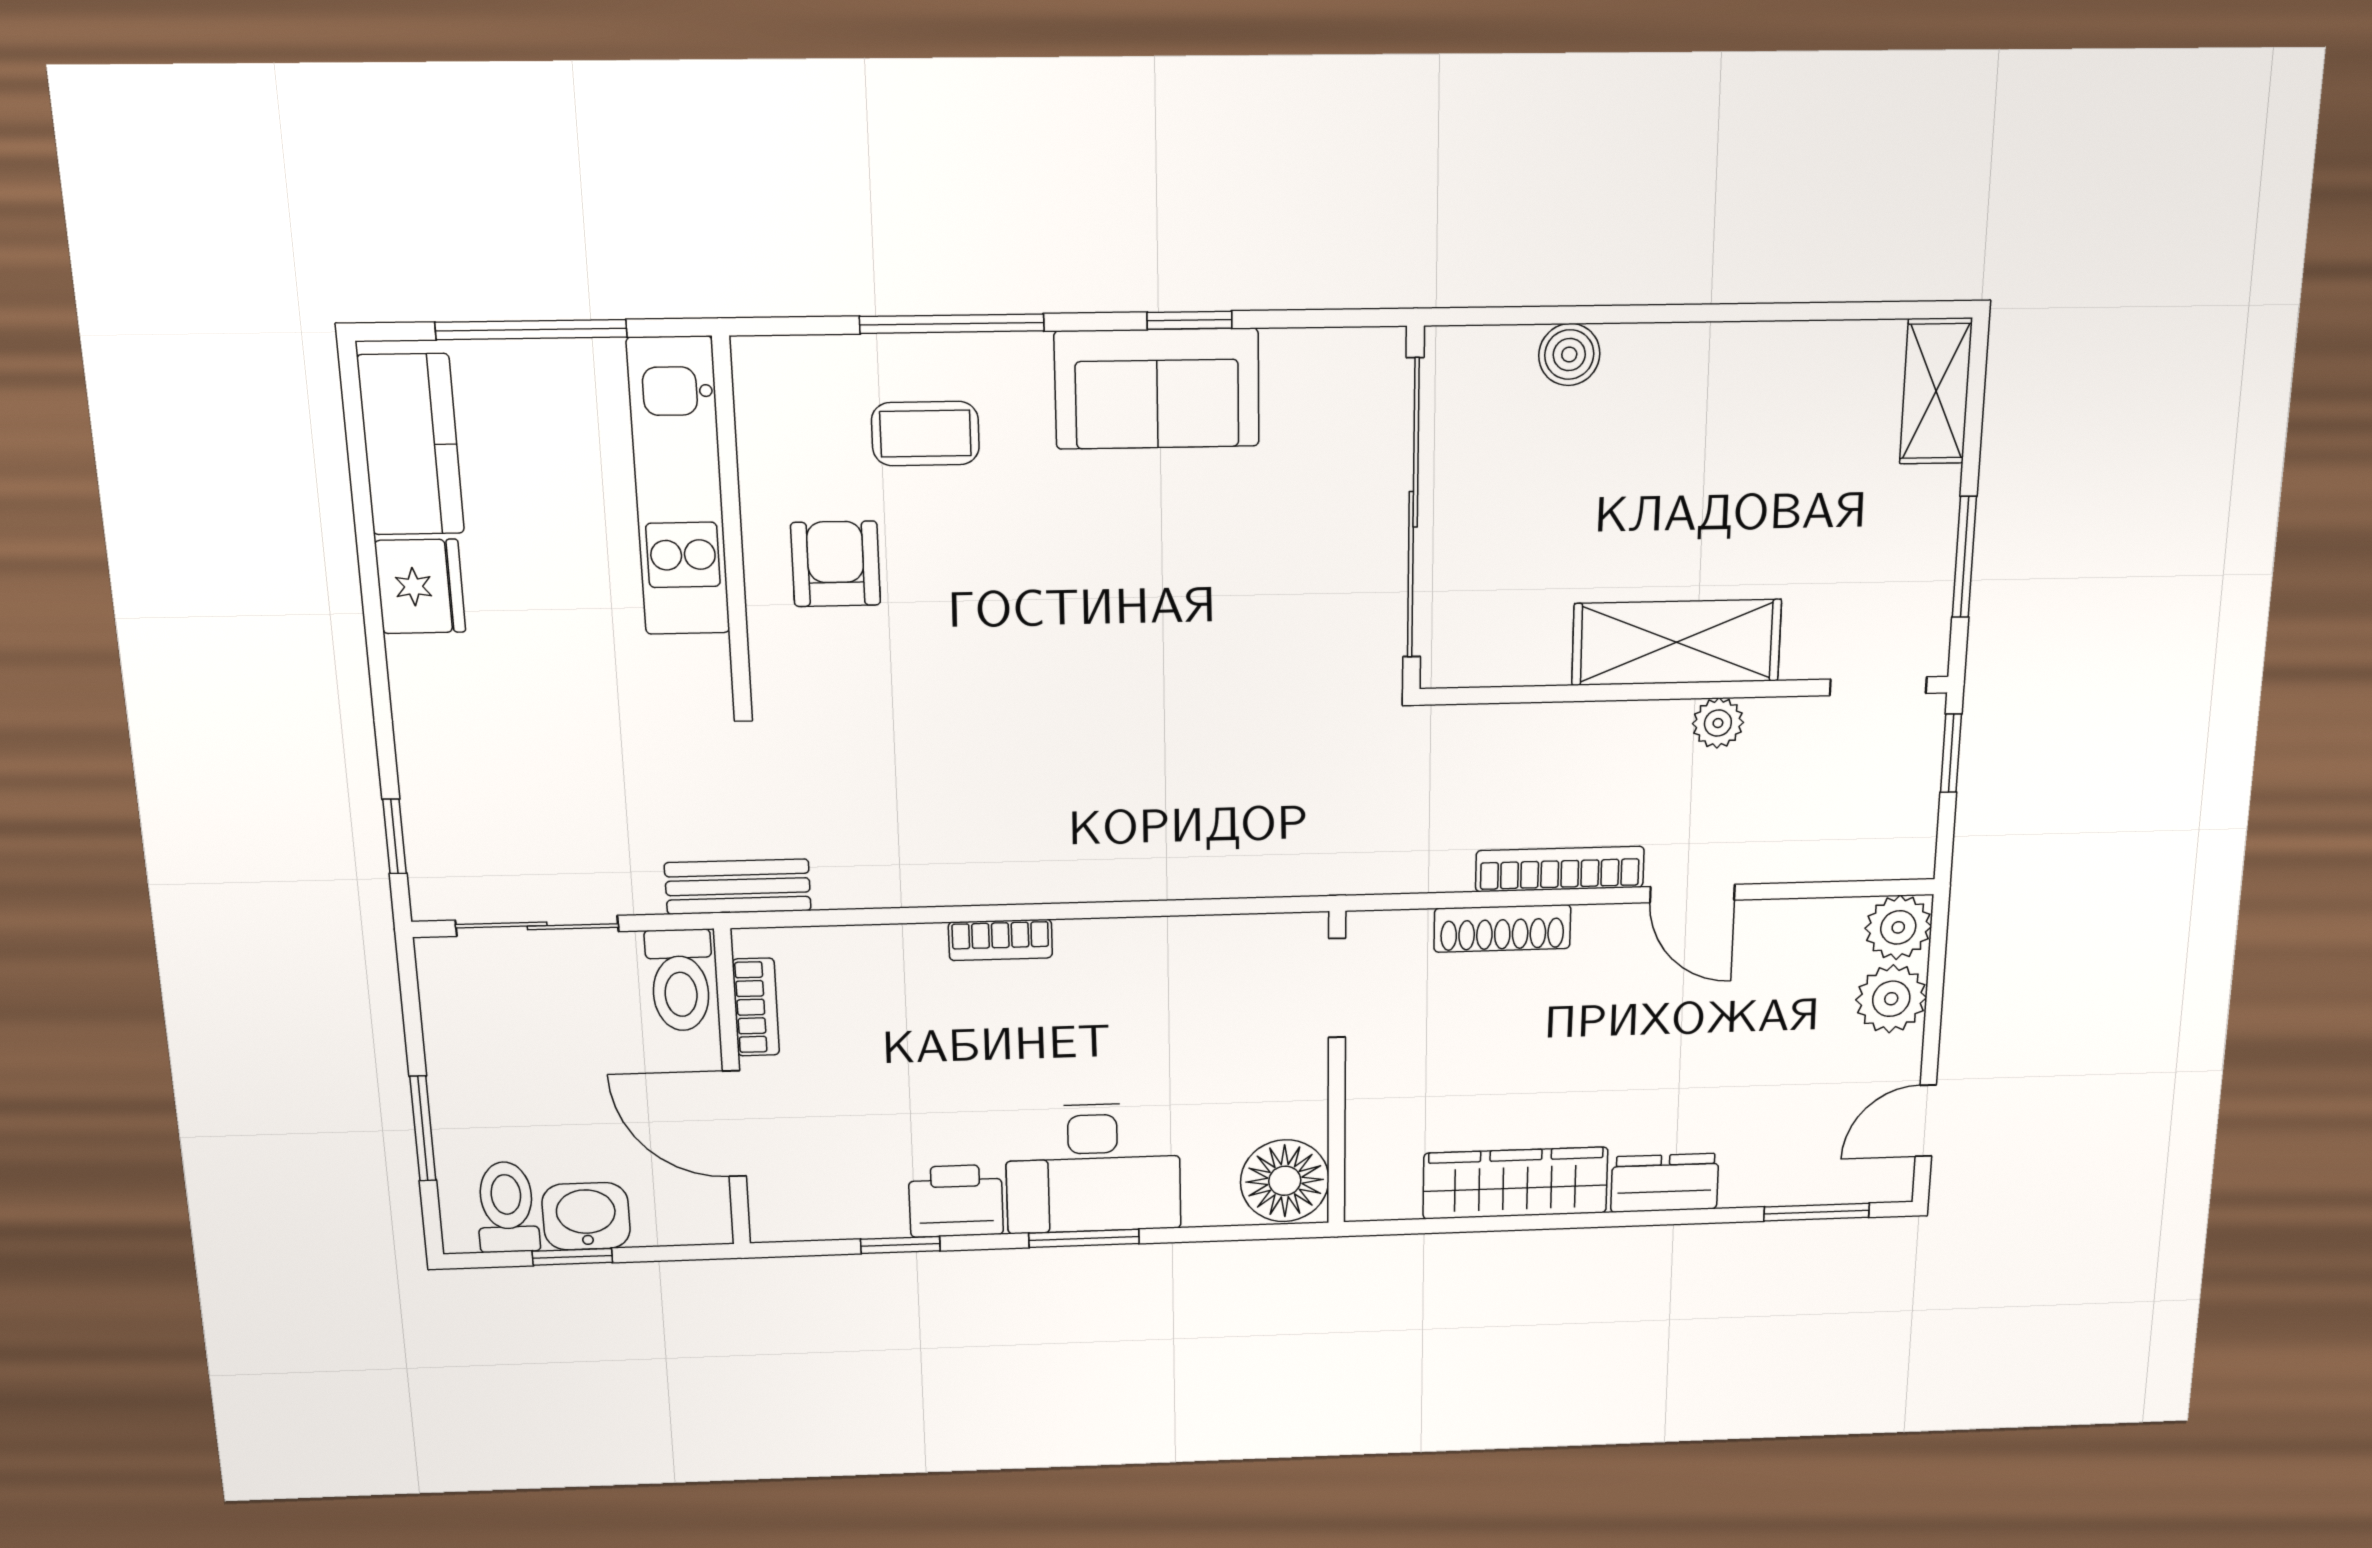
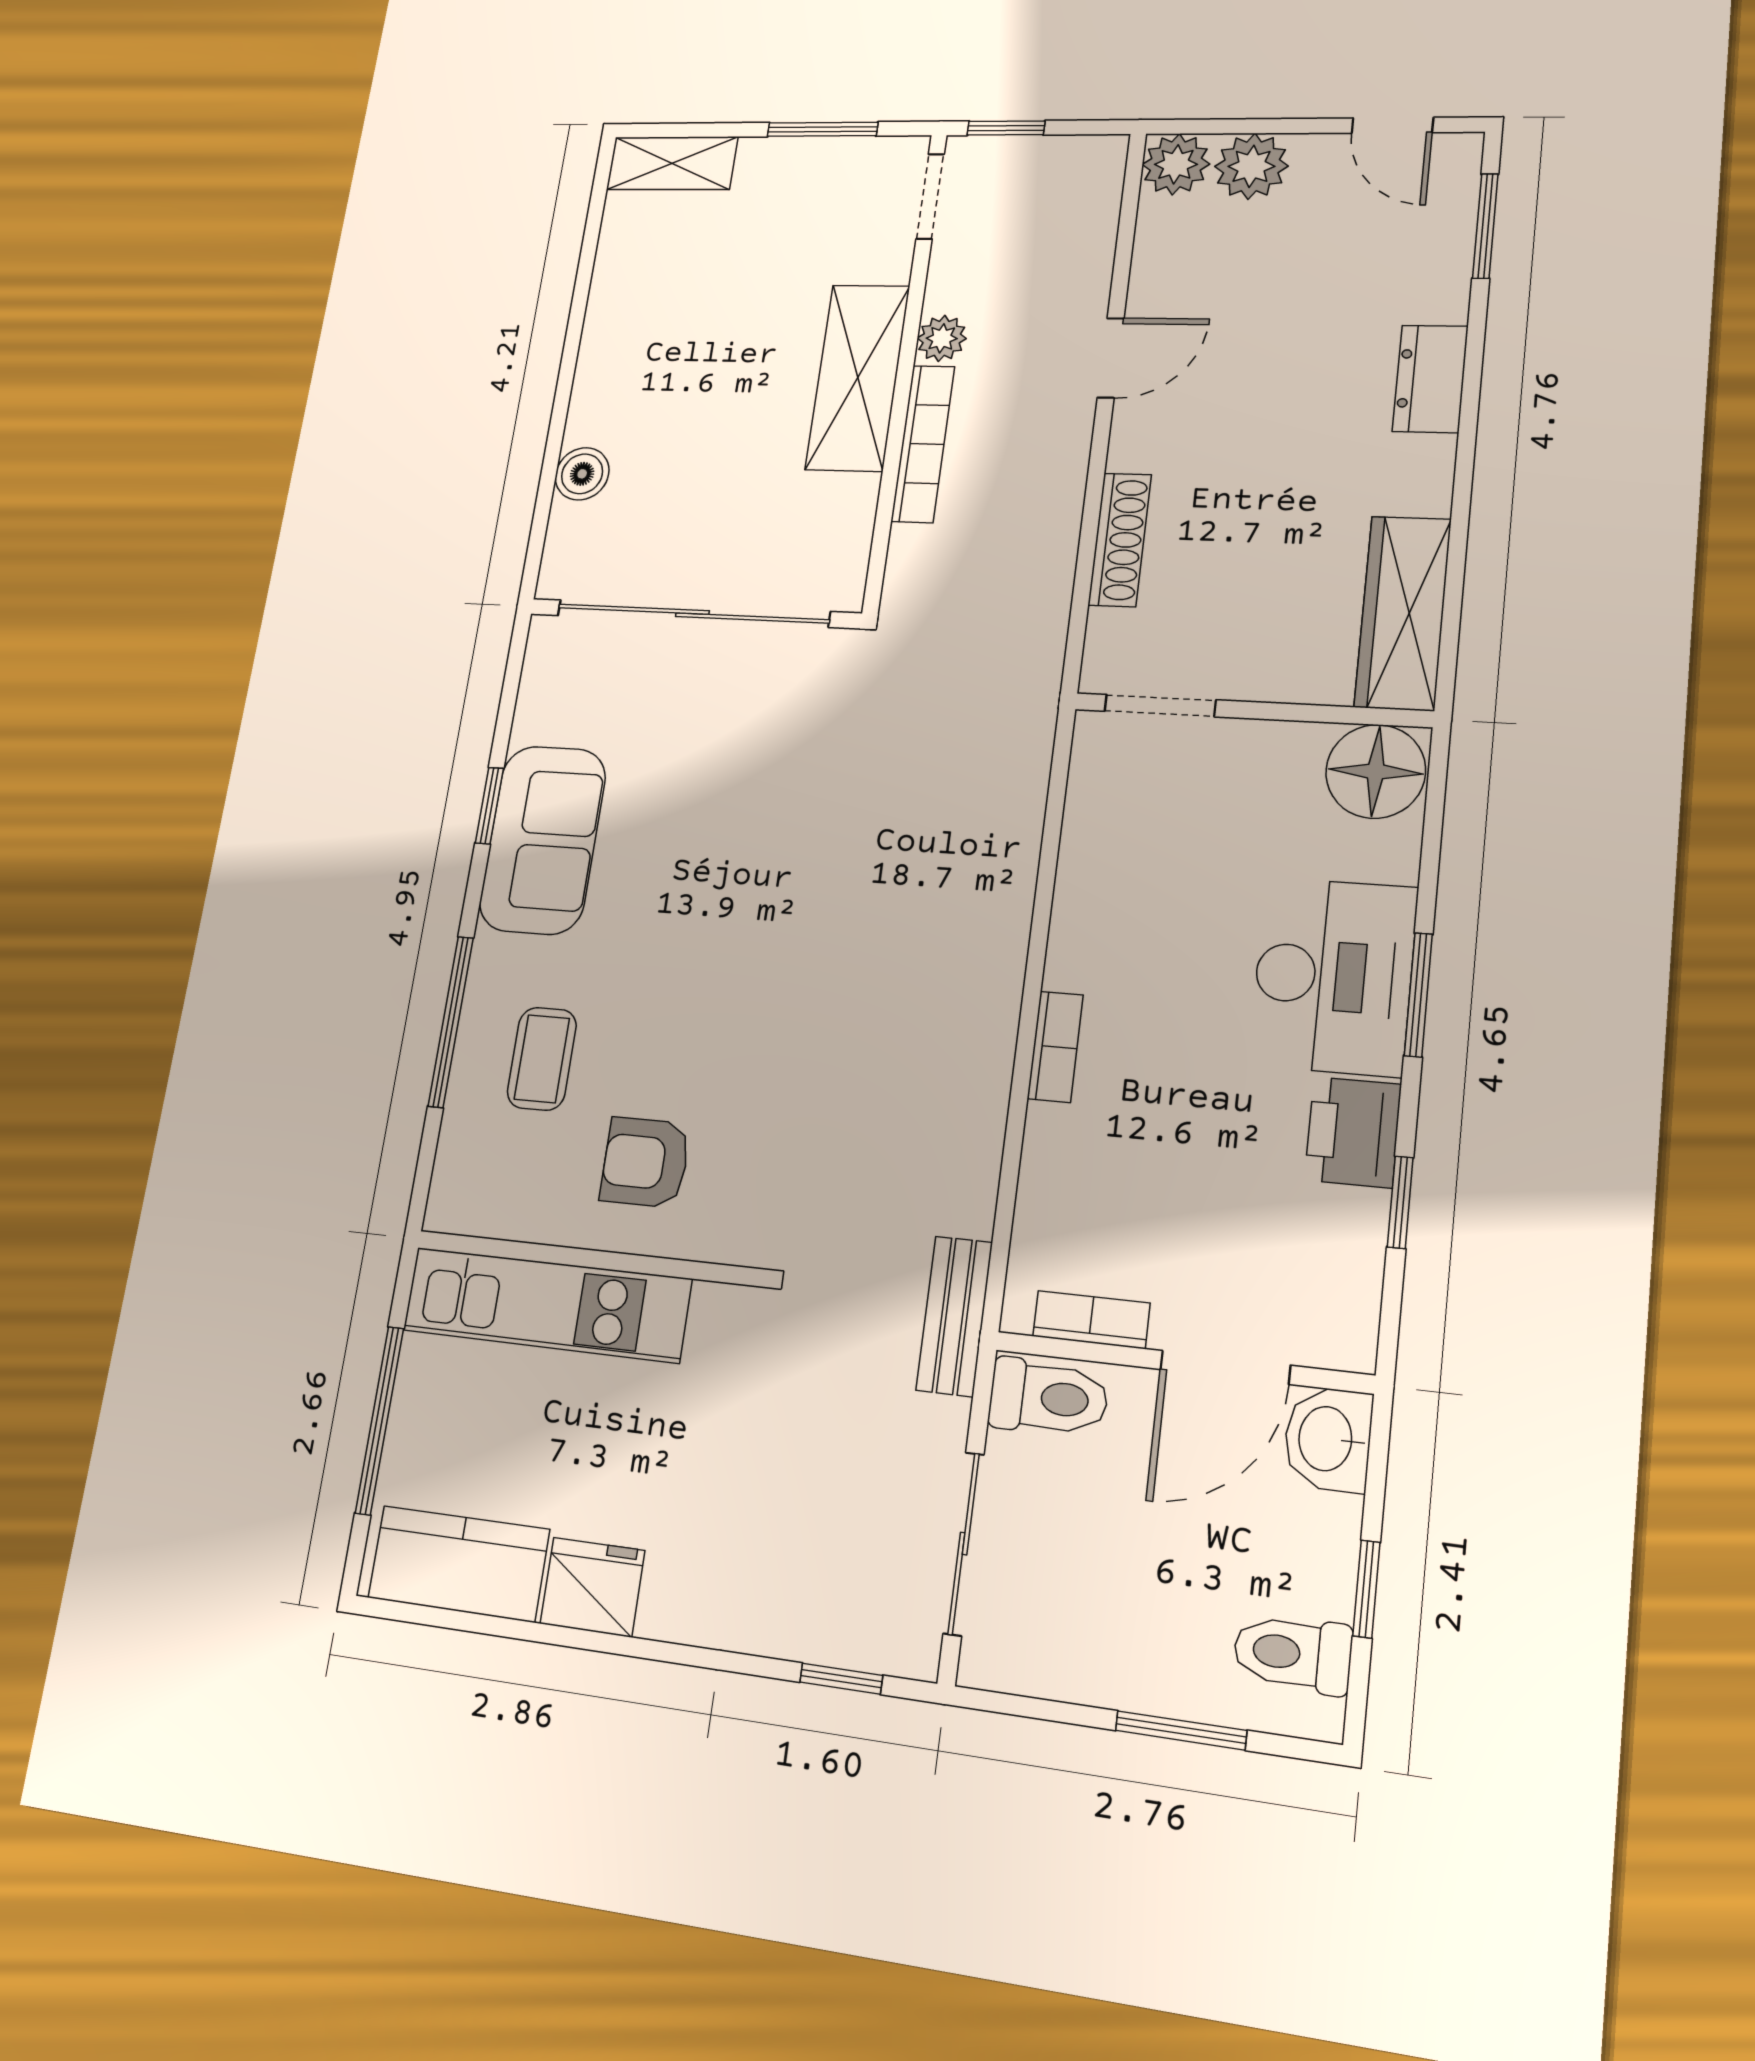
bookcase: (1560, 869) -> (923, 444), moved, turned 180
wardrobe: (1515, 1183) -> (1403, 613), moved
washbasin: (586, 1216) -> (1328, 1439), moved

